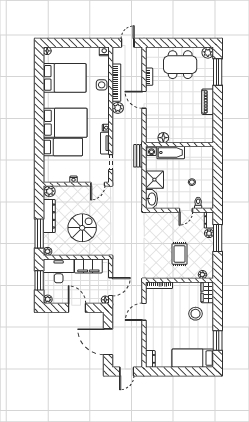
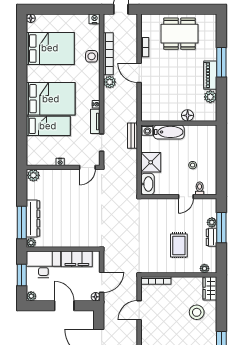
plant: (208, 53) -> (210, 97), moved
window: (218, 72) -> (221, 62), moved
floor lamp: (163, 138) -> (188, 115), moved
dresser: (49, 216) -> (33, 218), moved
dresser: (209, 220) -> (212, 237), moved
spiral stairs: (82, 228) -> (70, 216), removed

